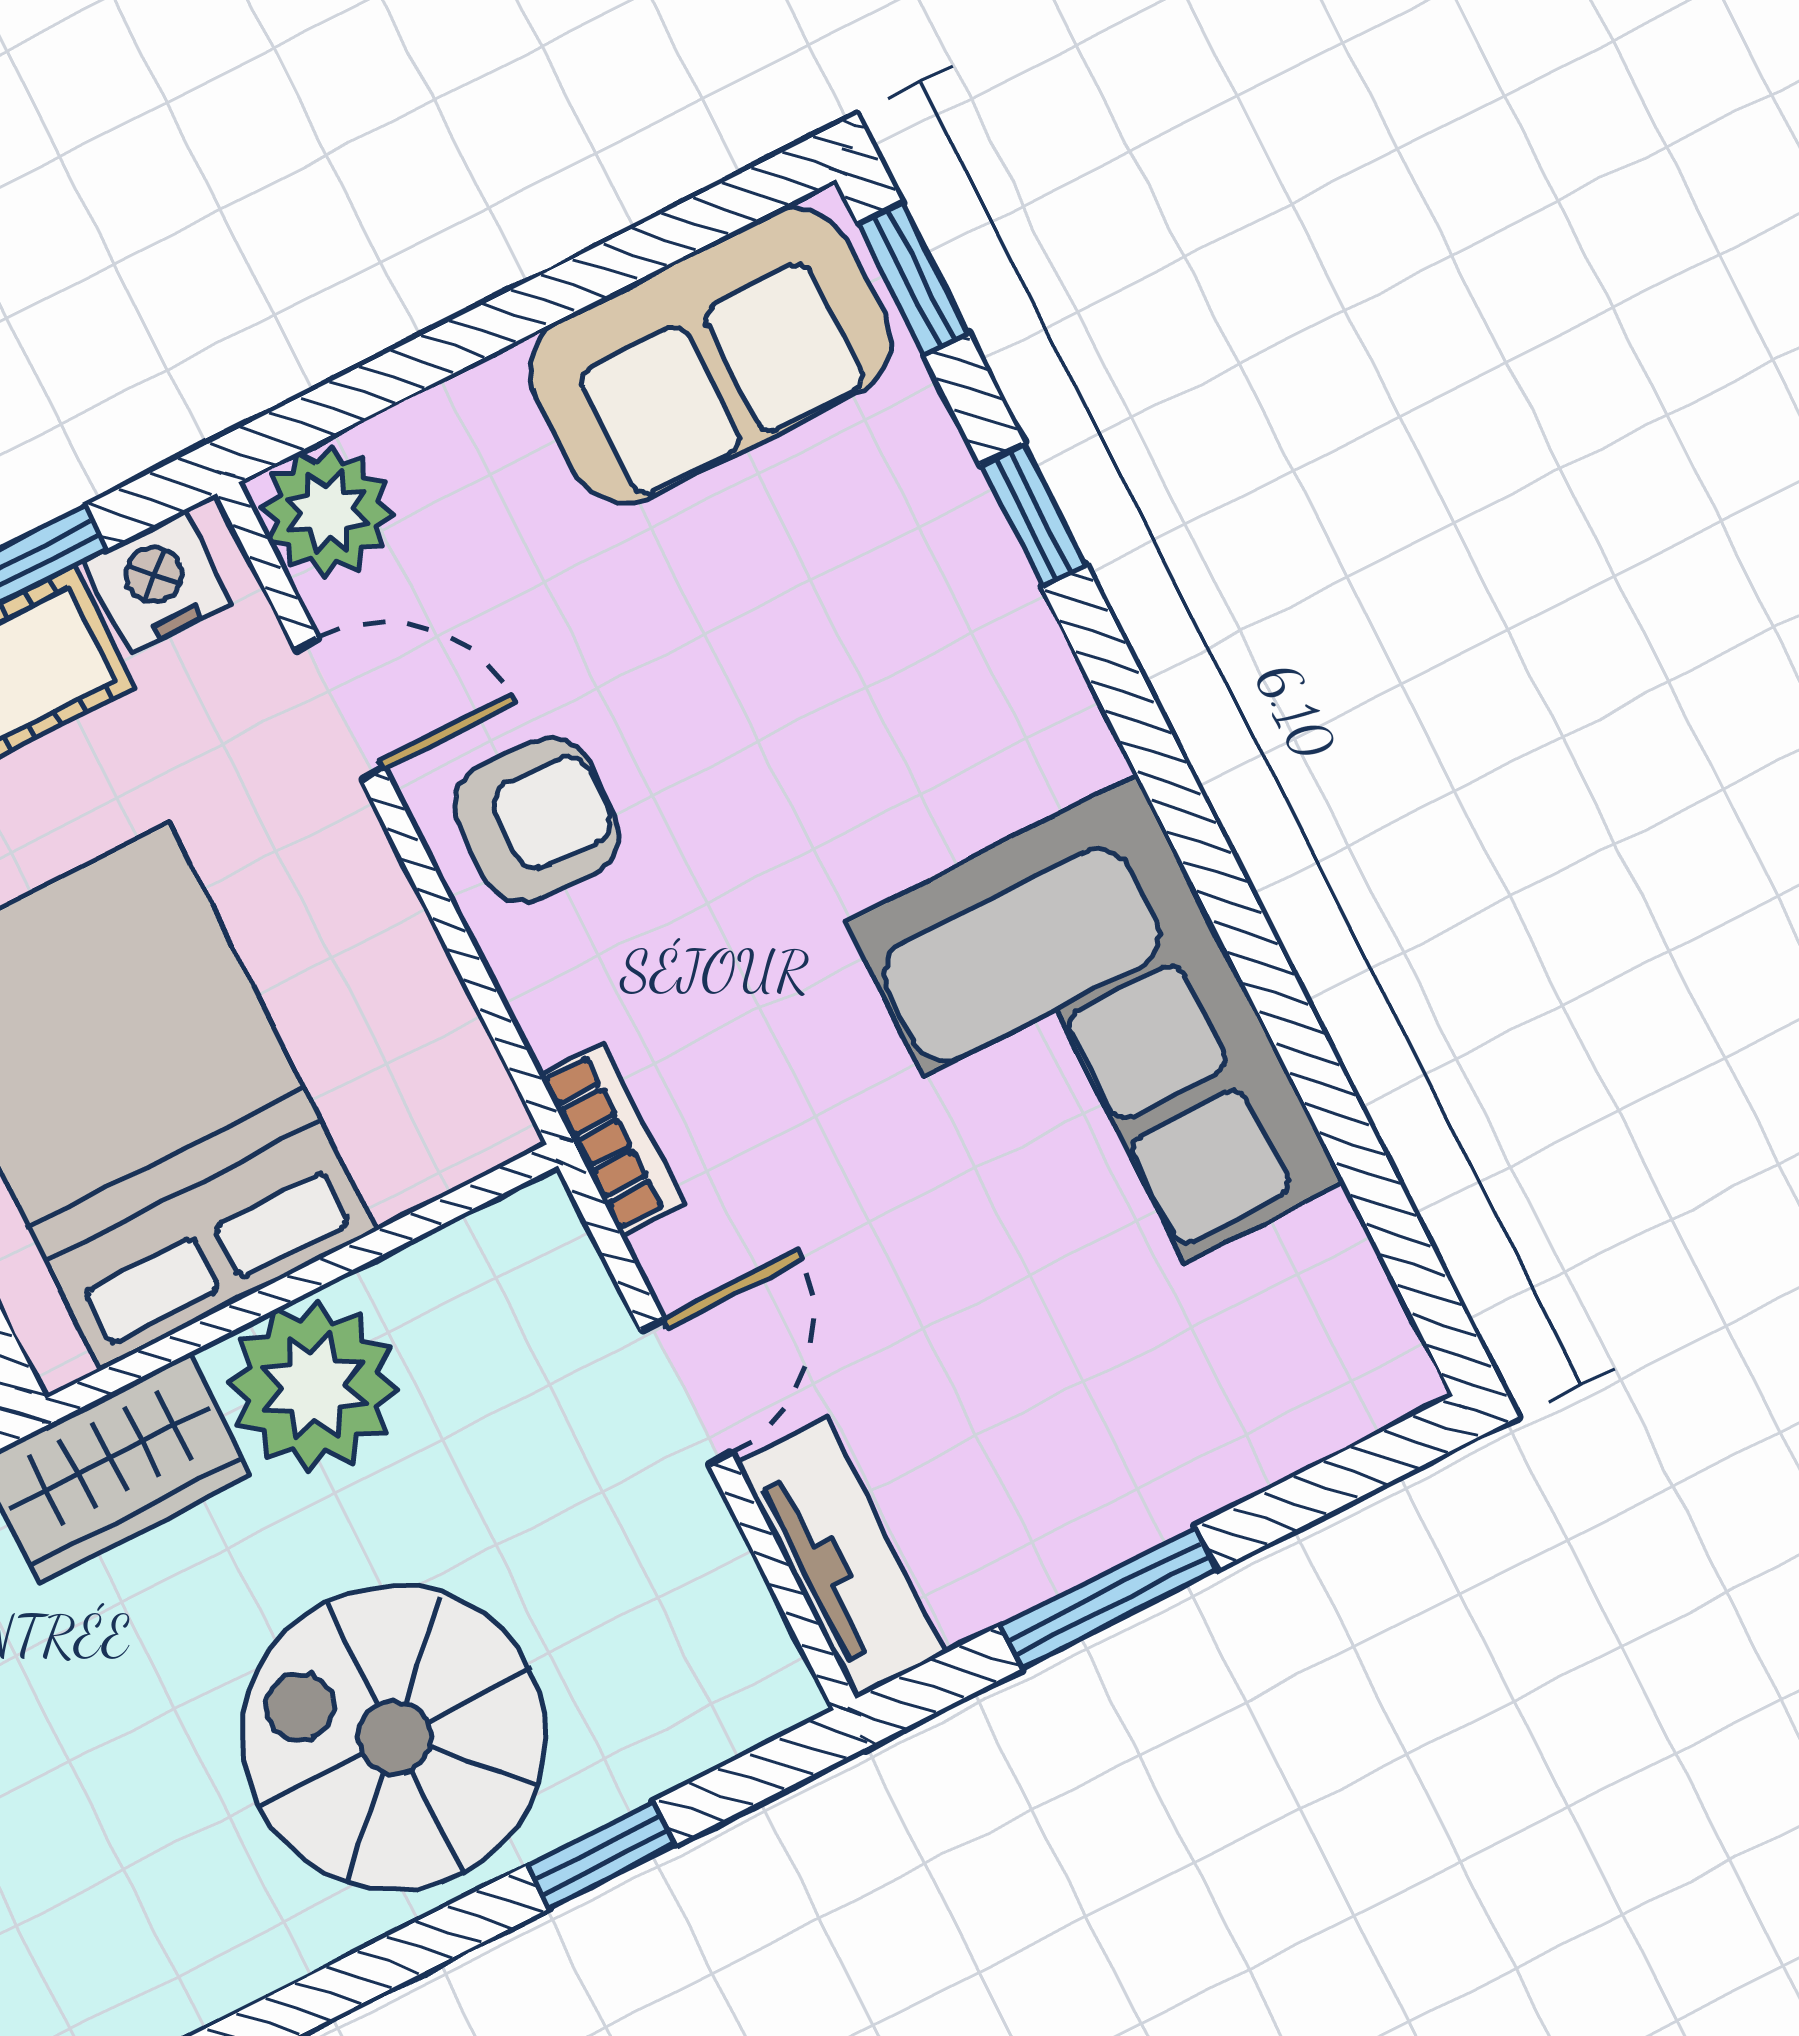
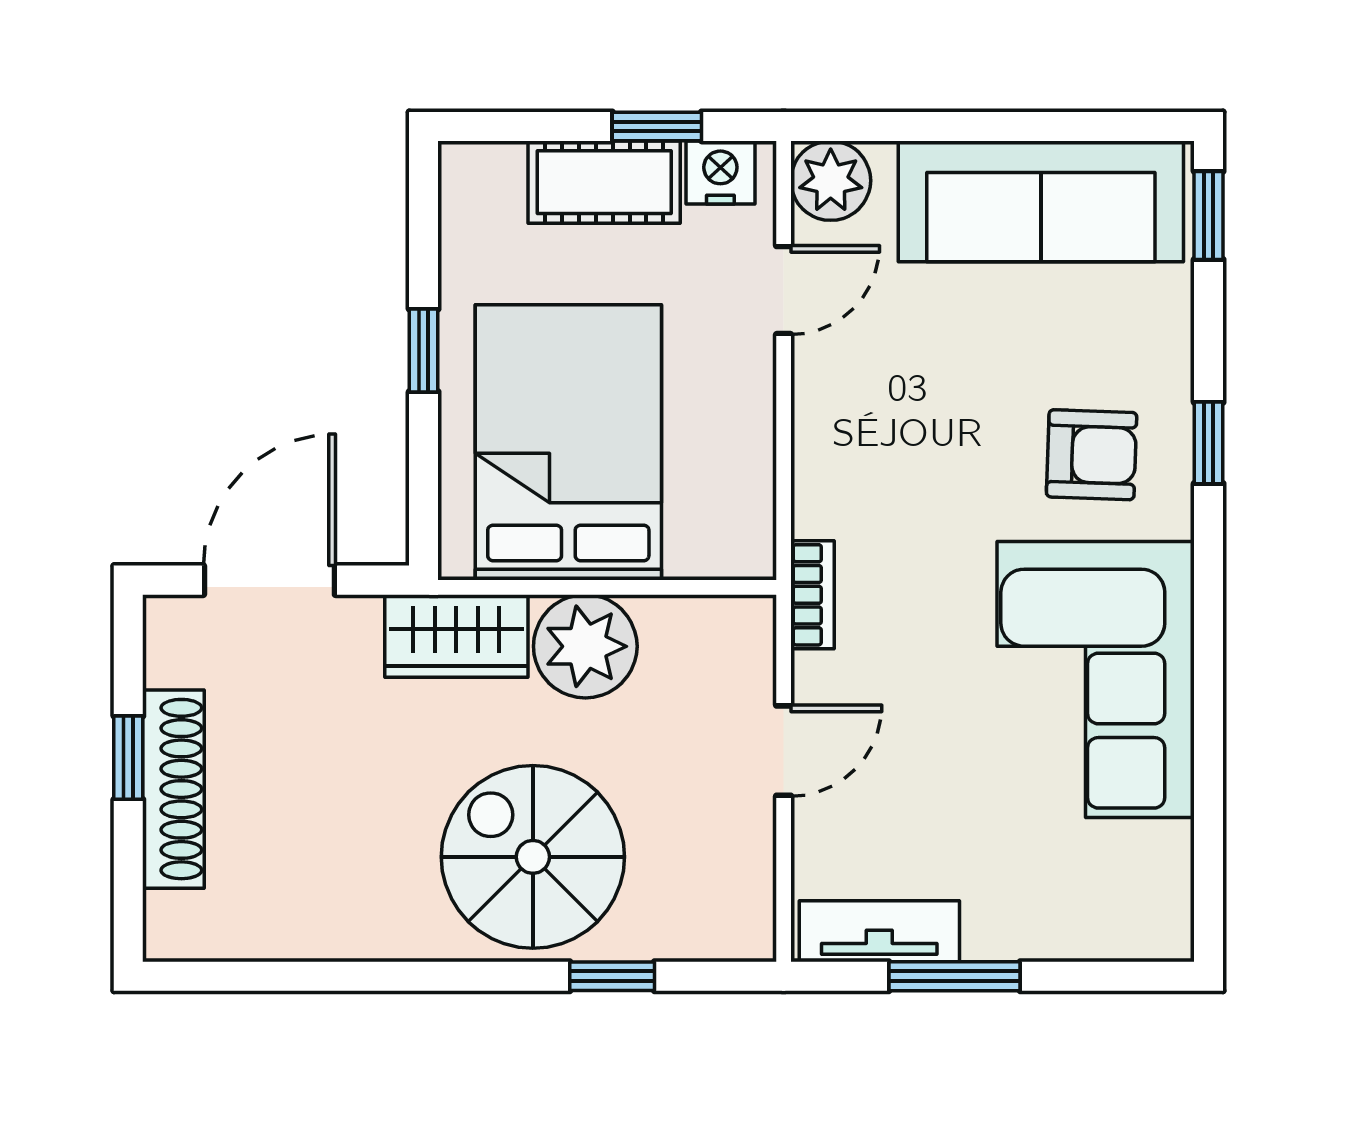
sofa: (710, 356) -> (1041, 201), width x1.36
window: (1033, 515) -> (1209, 443), moved
door: (340, 709) -> (784, 290), hinge flipped
armchair: (537, 820) -> (1092, 455), moved
tv unit: (841, 1558) -> (879, 931), moved, turned -90

